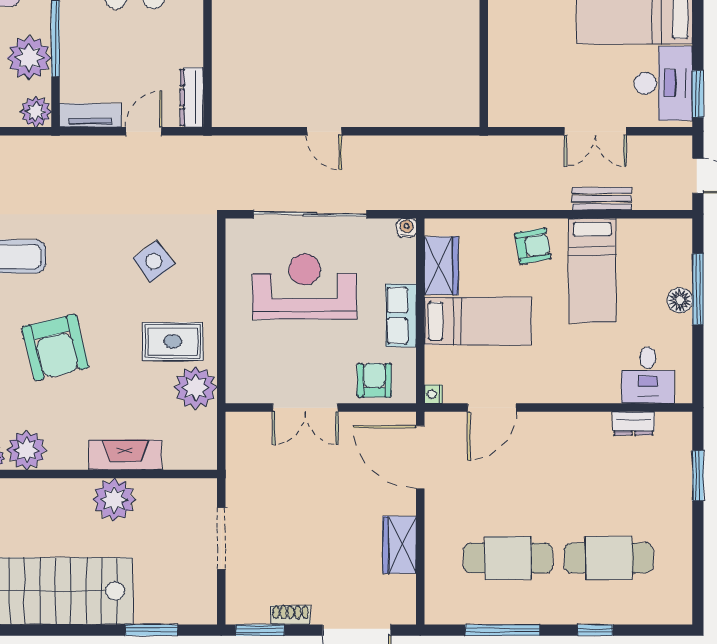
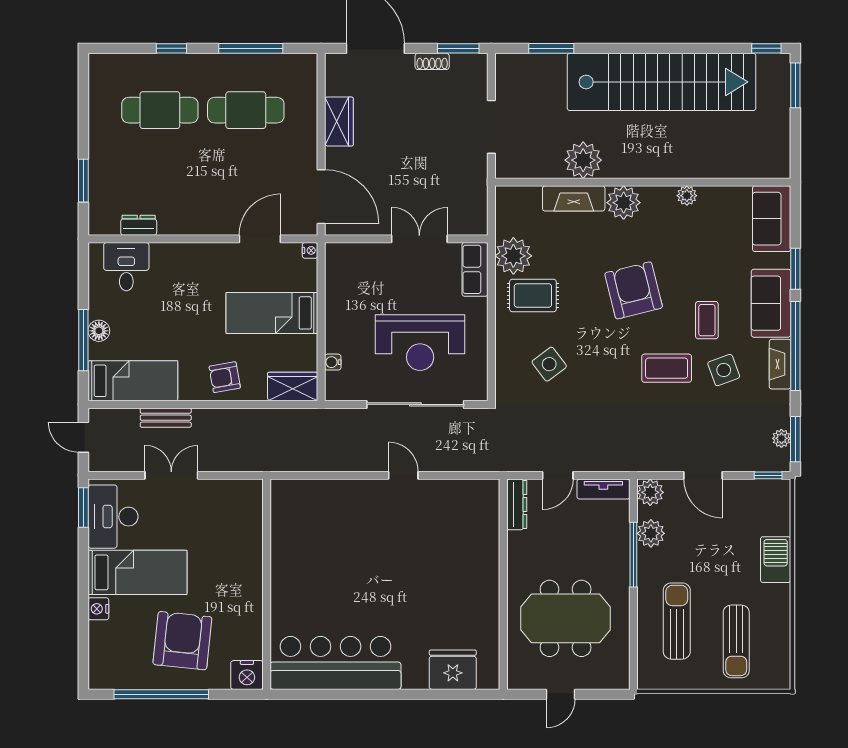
plant: (29, 58) -> (651, 533), width x0.73, depth x0.73
water cooler: (407, 228) -> (333, 362), moved, turned 90
wardrobe: (441, 266) -> (293, 386), moved, turned 90
bed: (592, 271) -> (133, 381), moved, turned 90
row of seats: (401, 315) -> (475, 269), moved, turned 180
armchair: (374, 380) -> (360, 262), removed
plant: (27, 450) -> (624, 203), moved

